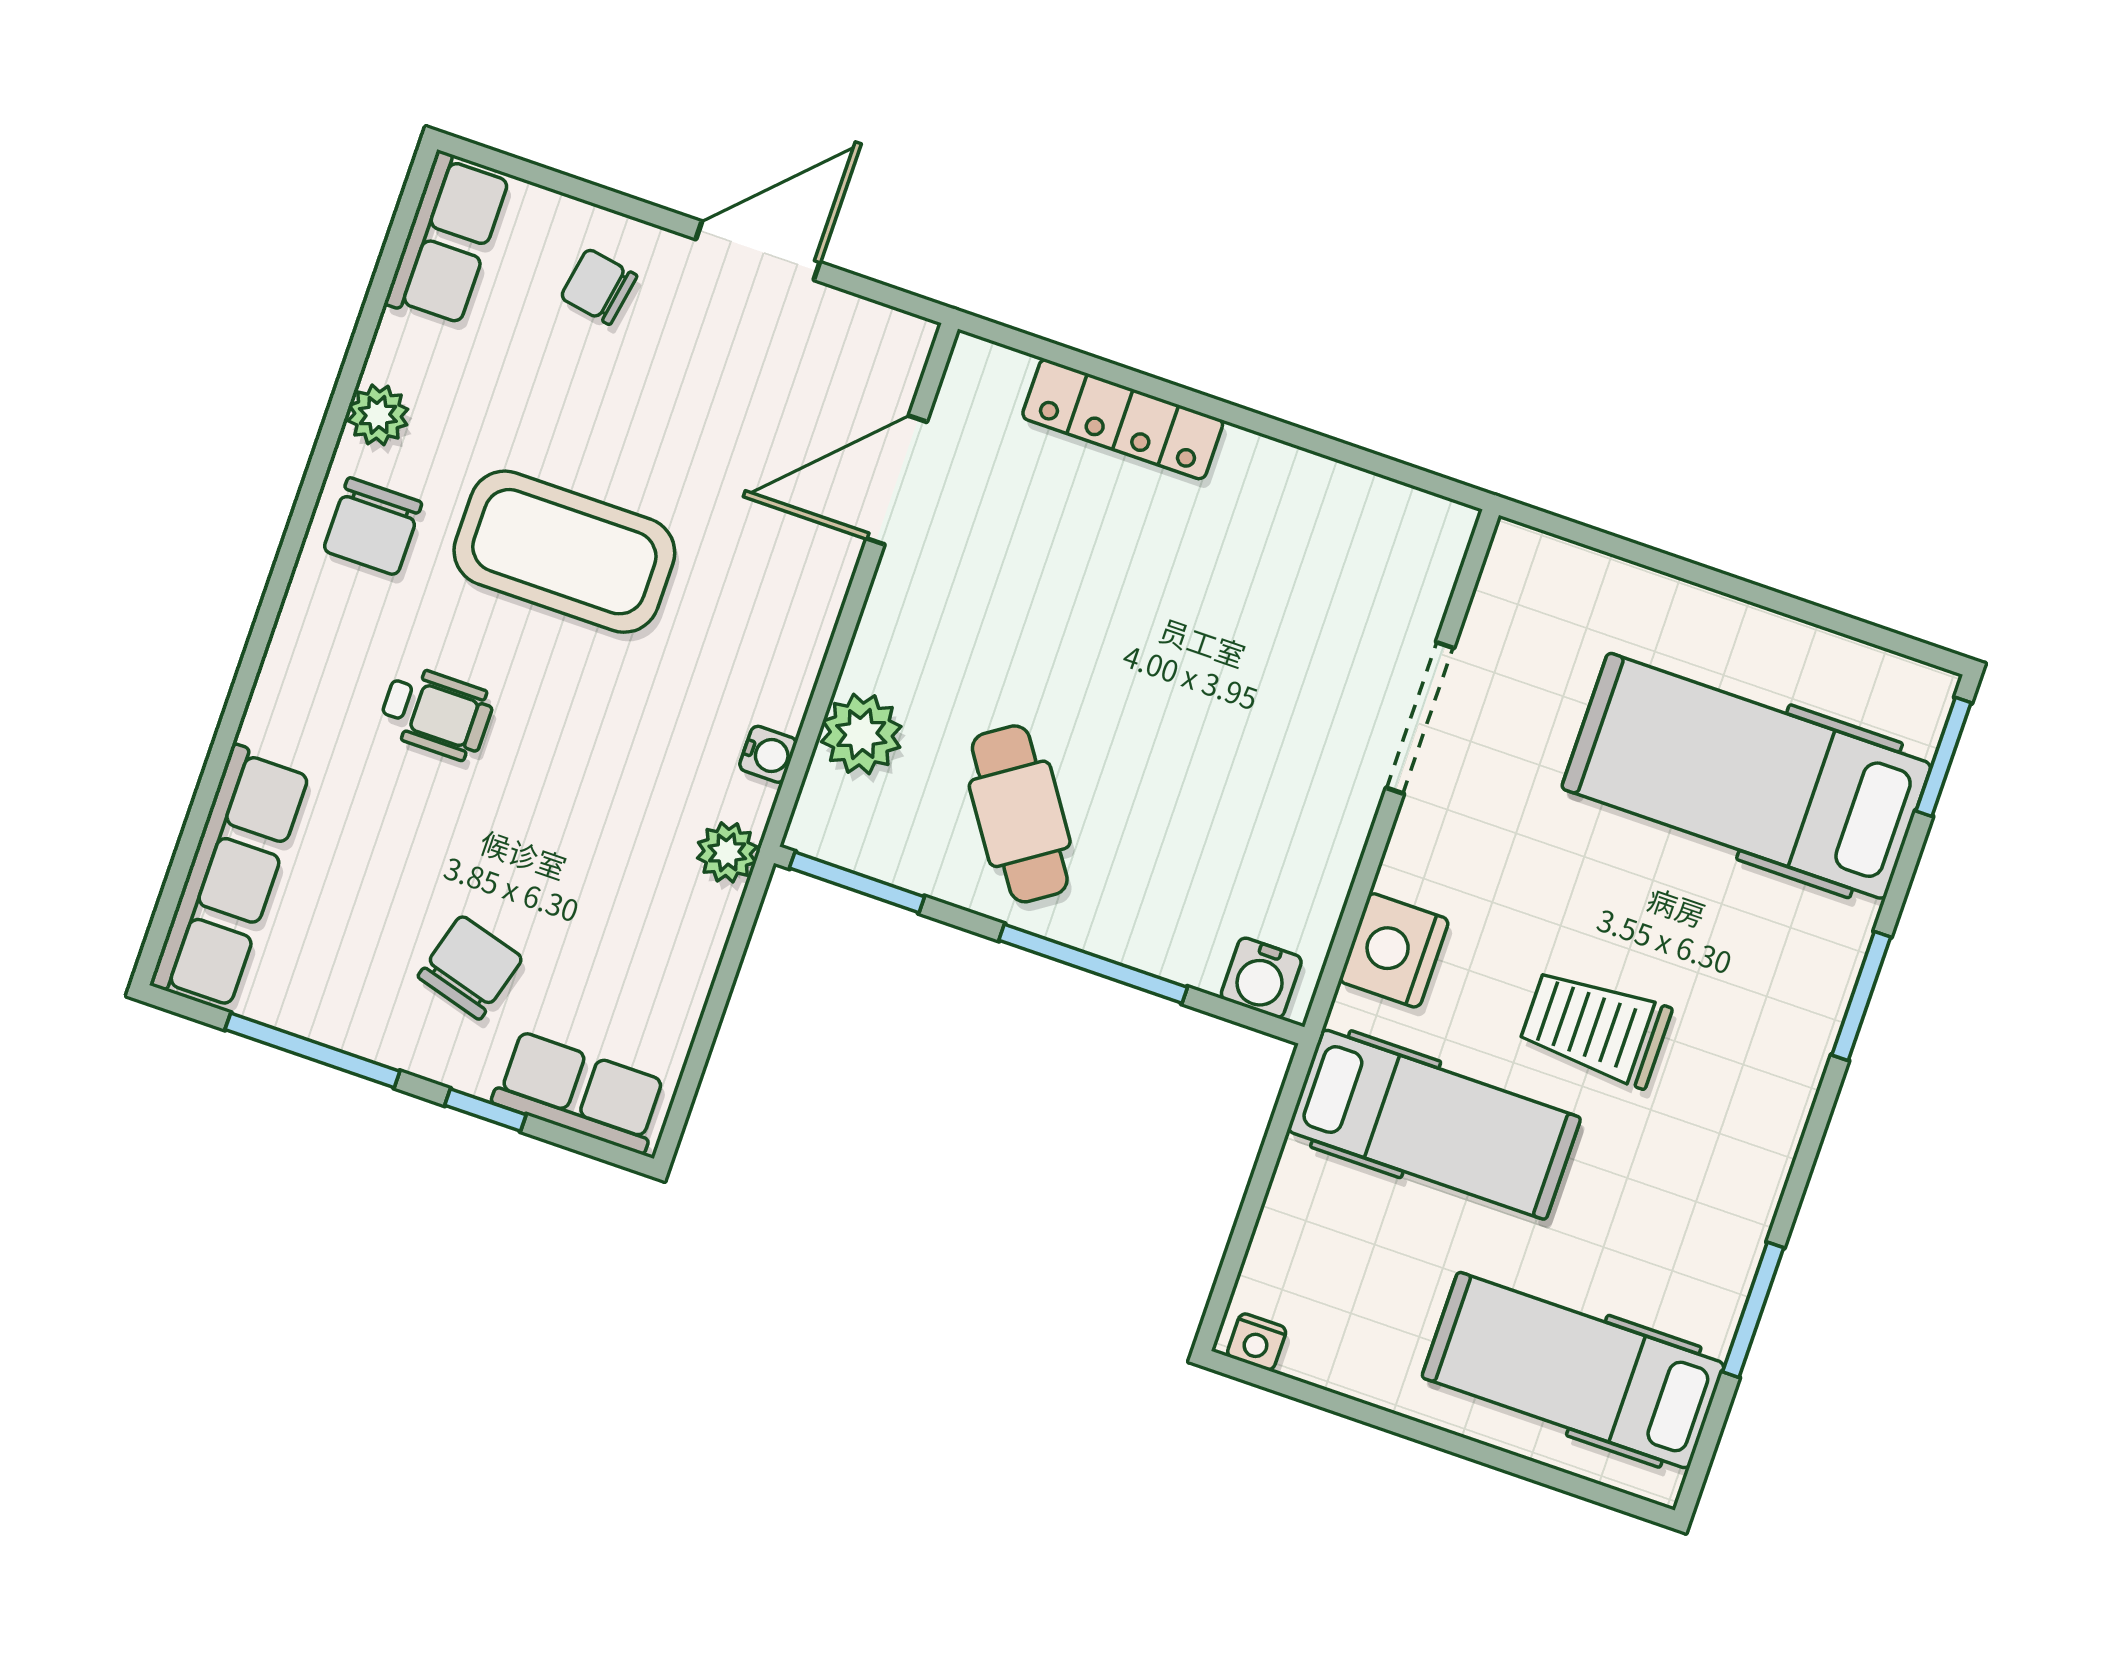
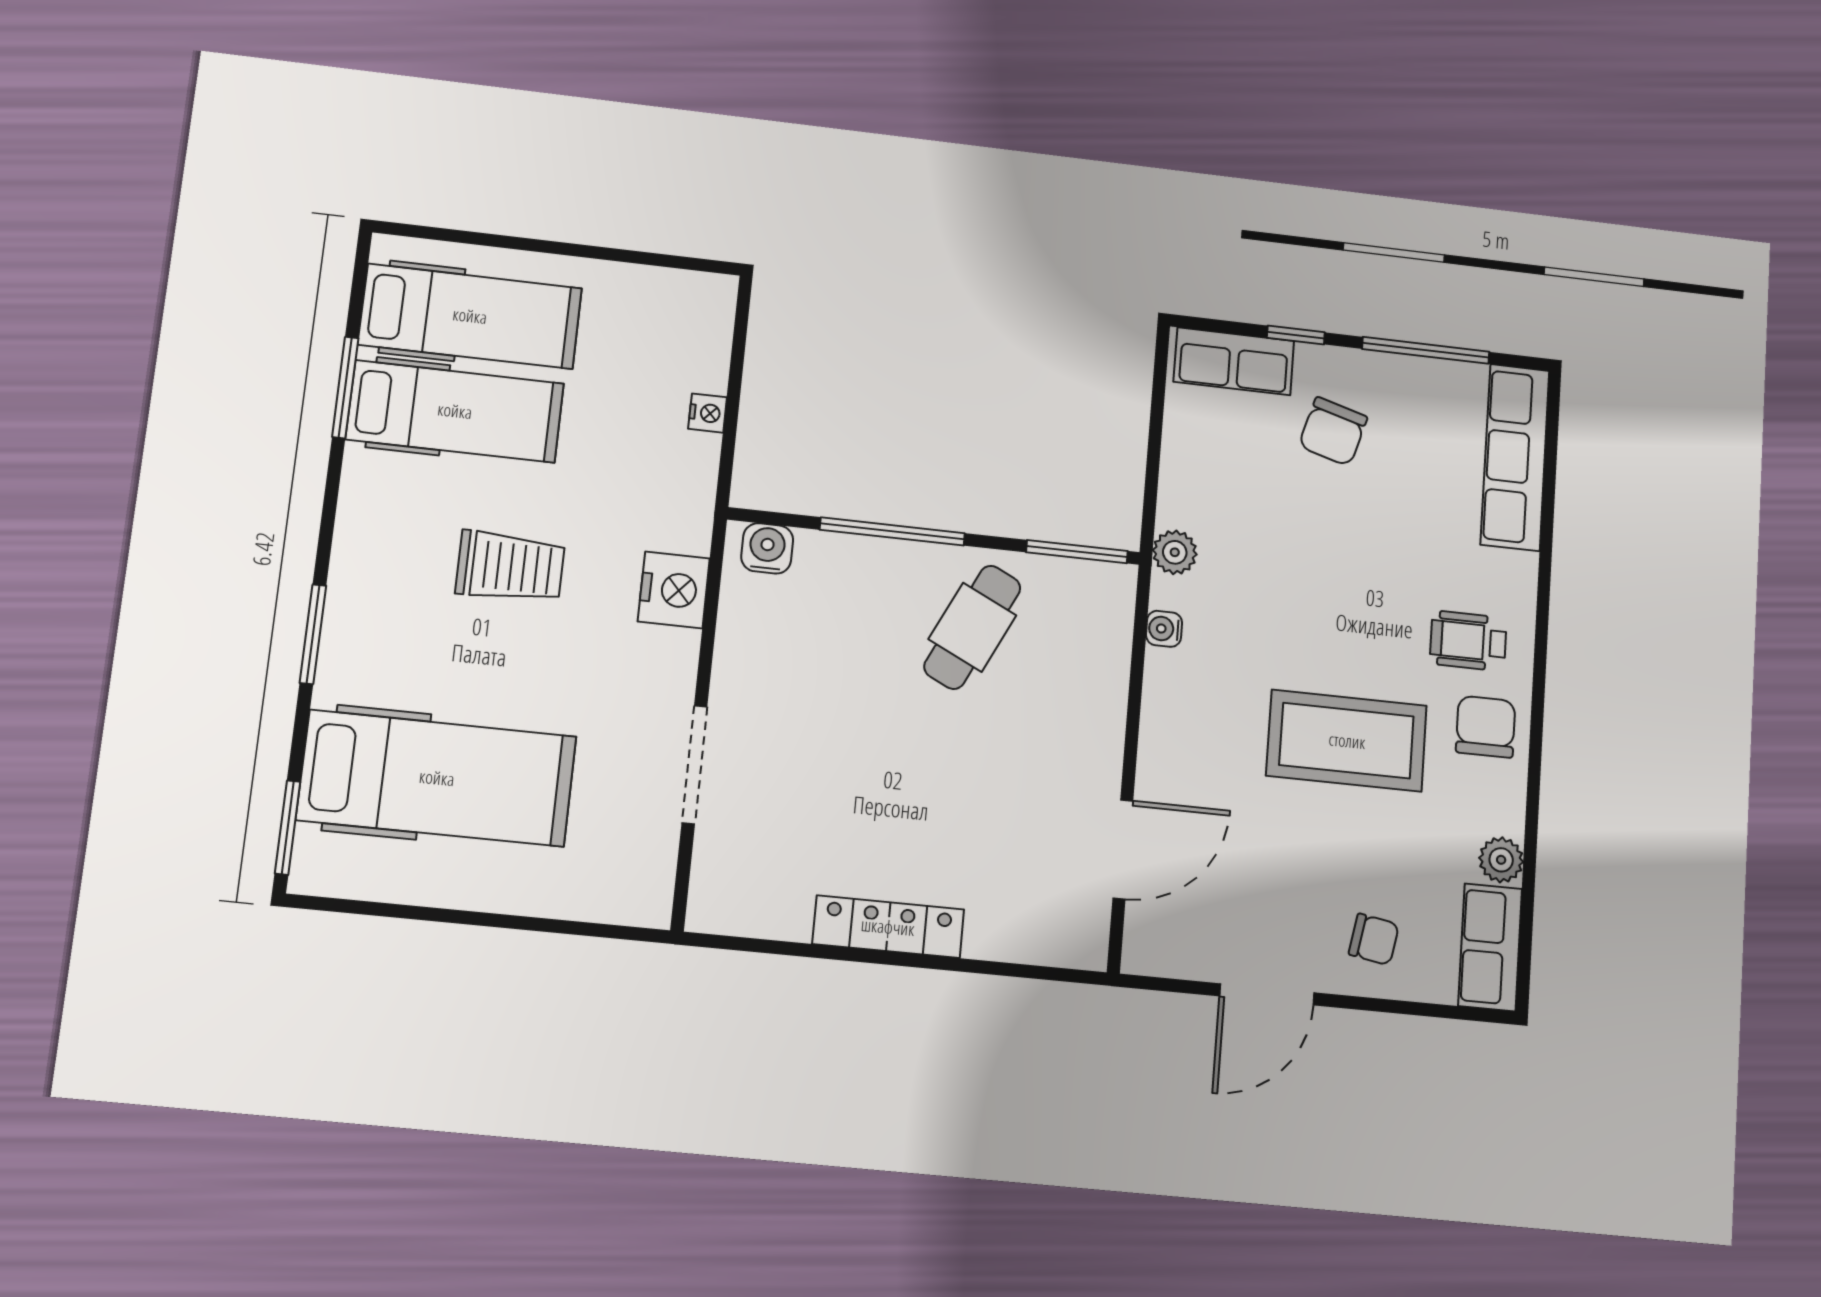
plant: (378, 415) -> (1501, 860), moved
locker: (1123, 419) -> (888, 927), moved
wheelchair: (436, 713) -> (1468, 641), moved
plant: (861, 734) -> (1101, 659), removed
cafe table: (1020, 814) -> (972, 627), turned 60
hospital bed: (1434, 1124) -> (455, 411), moved, turned 180
nightstand: (1257, 1342) -> (708, 413), moved, turned 90

